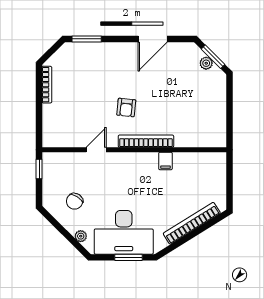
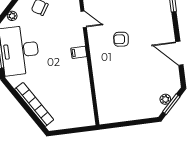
bookcase: (146, 141) -> (96, 59), removed
filing cabinet: (165, 161) -> (79, 52), moved

